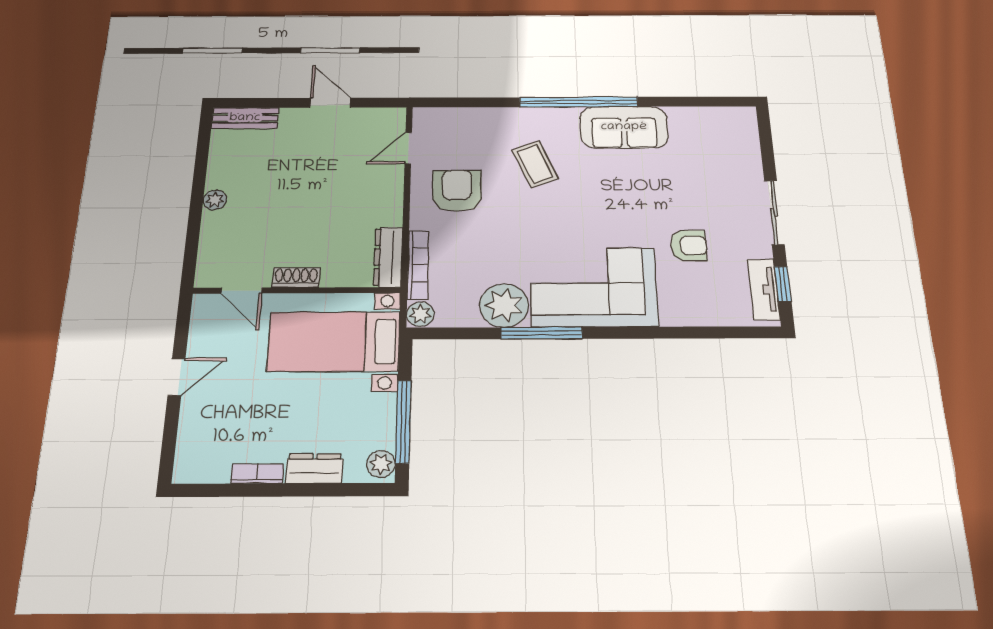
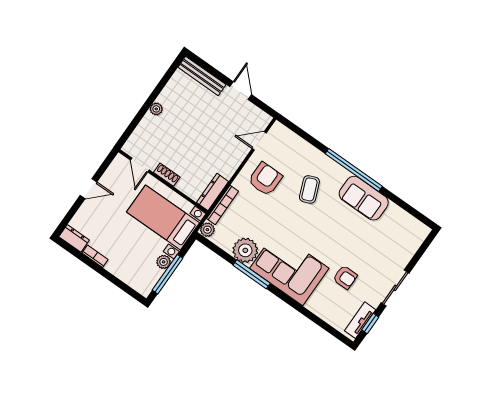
bench: (245, 118) -> (202, 76), width x1.36
plant: (381, 464) -> (164, 262), moved
dresser: (314, 468) -> (74, 238), moved

